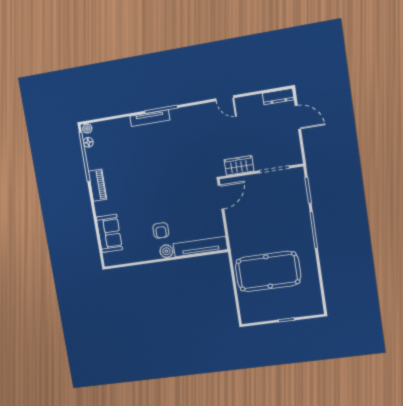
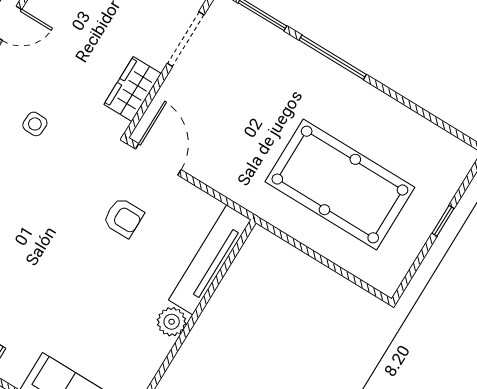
side table: (195, 140) -> (35, 124), added
armchair: (161, 230) -> (123, 218), moved
pool table: (268, 271) -> (340, 185), turned 90

